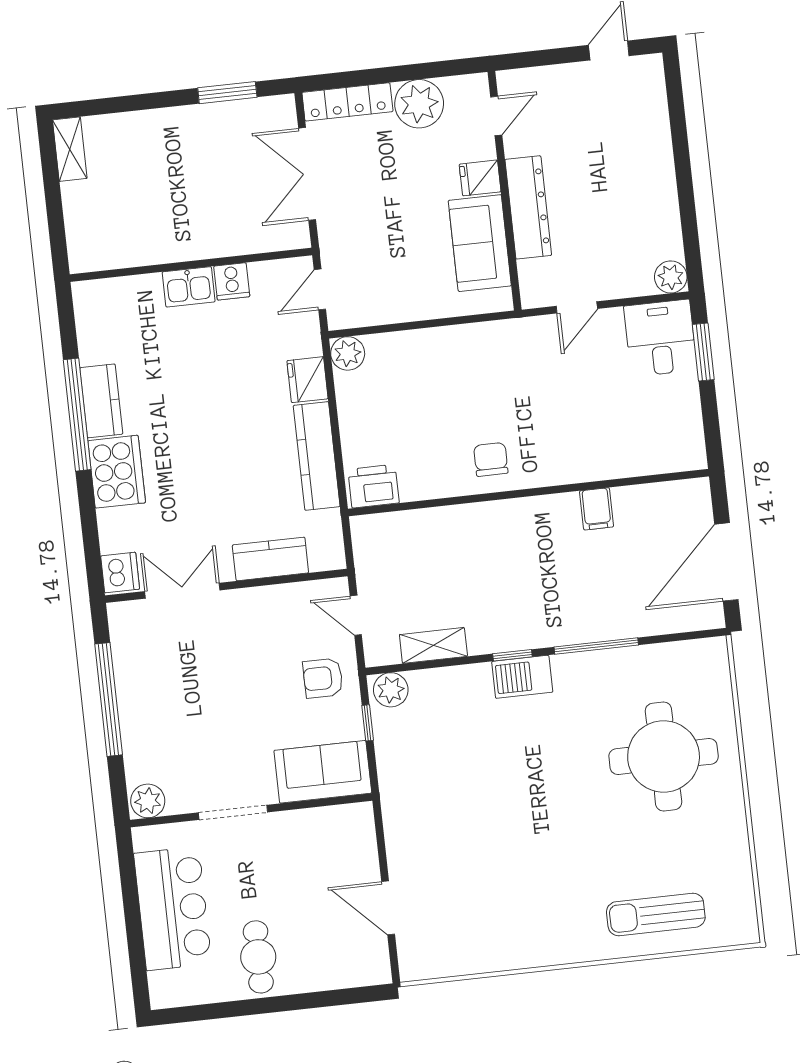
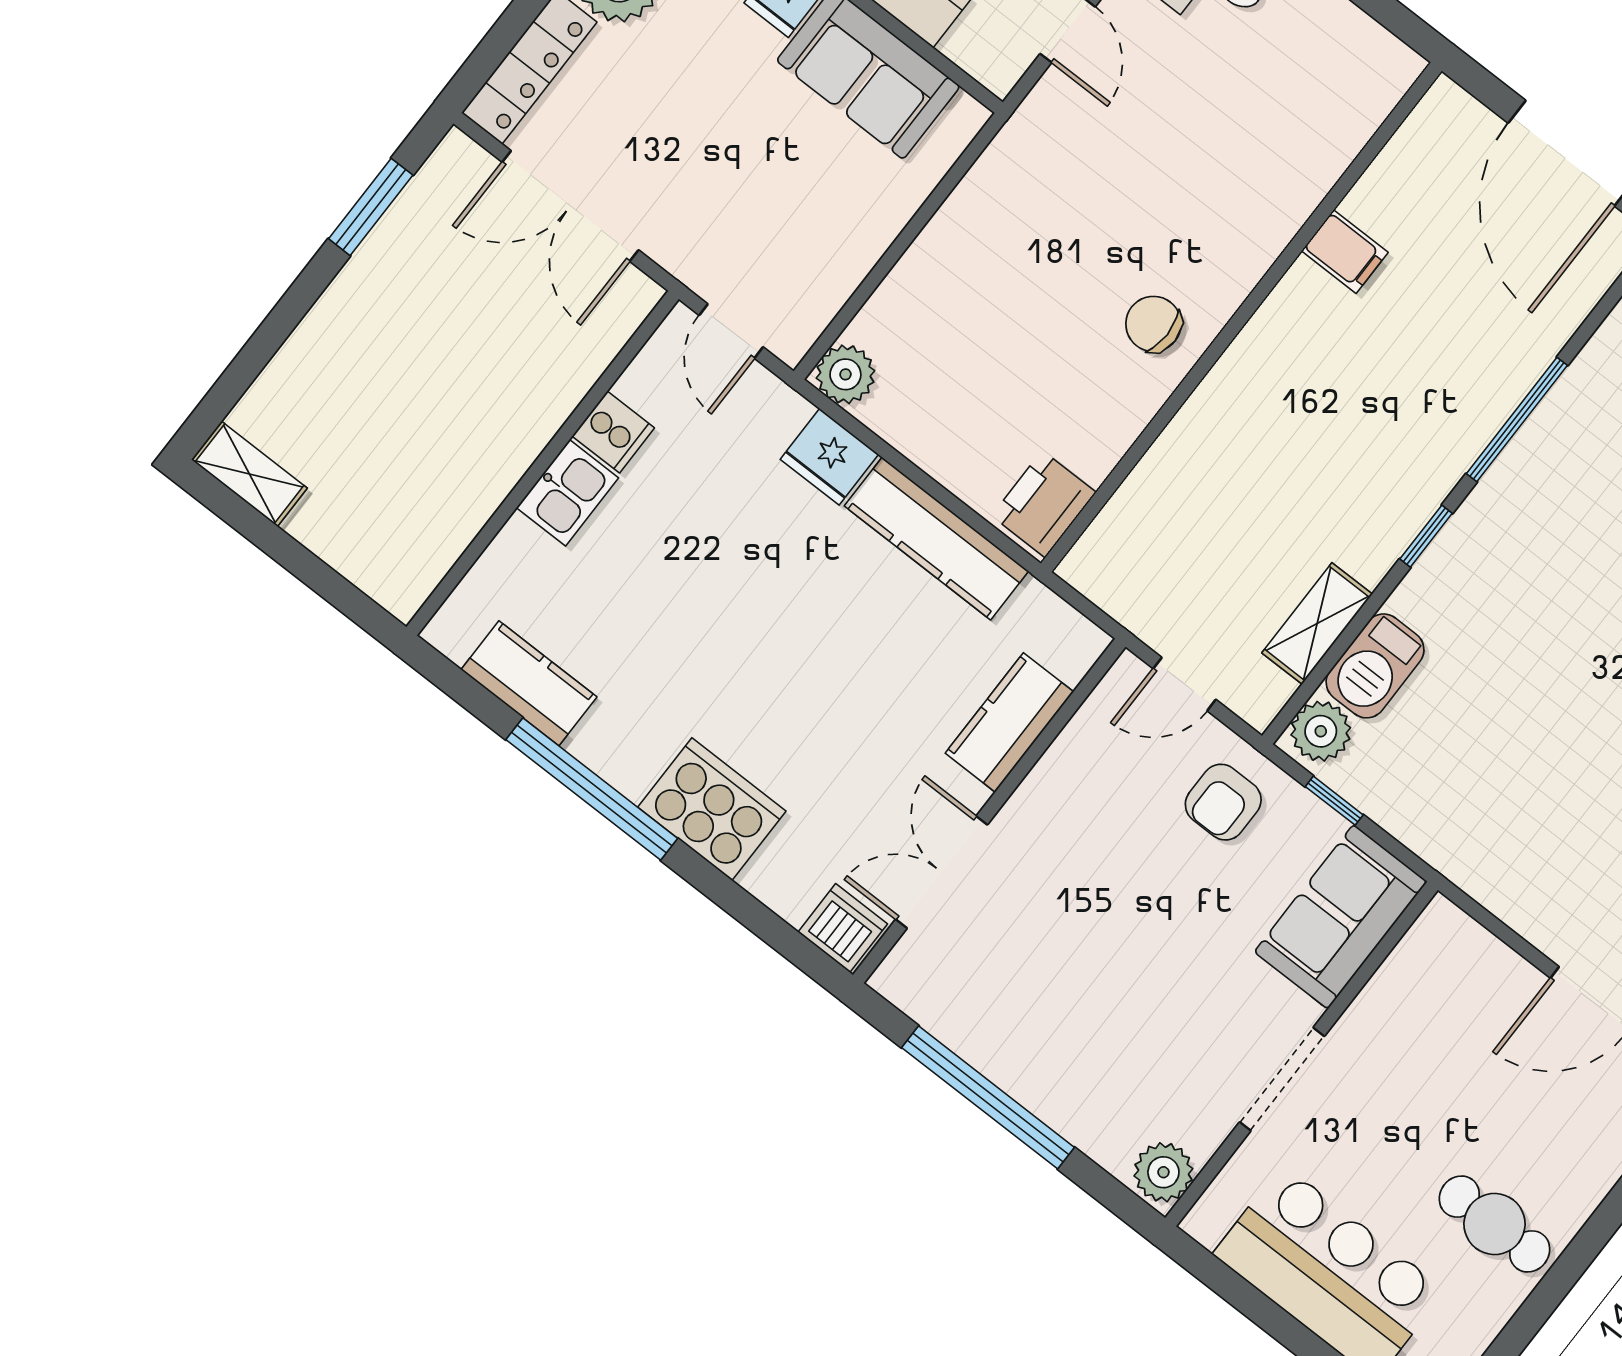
kitchen counter: (101, 401) -> (529, 683), moved
barbecue: (522, 677) -> (1375, 666), moved

